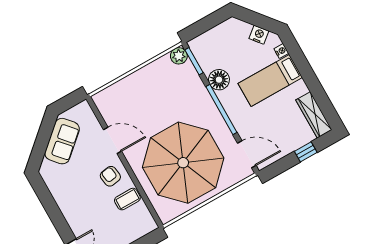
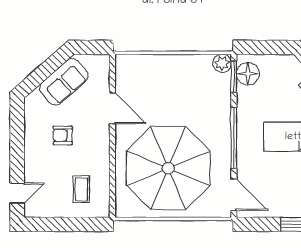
floor lamp: (219, 80) -> (248, 74), moved
armchair: (110, 176) -> (63, 135), moved, turned -81
coffee table: (127, 199) -> (81, 189), moved, turned 90

